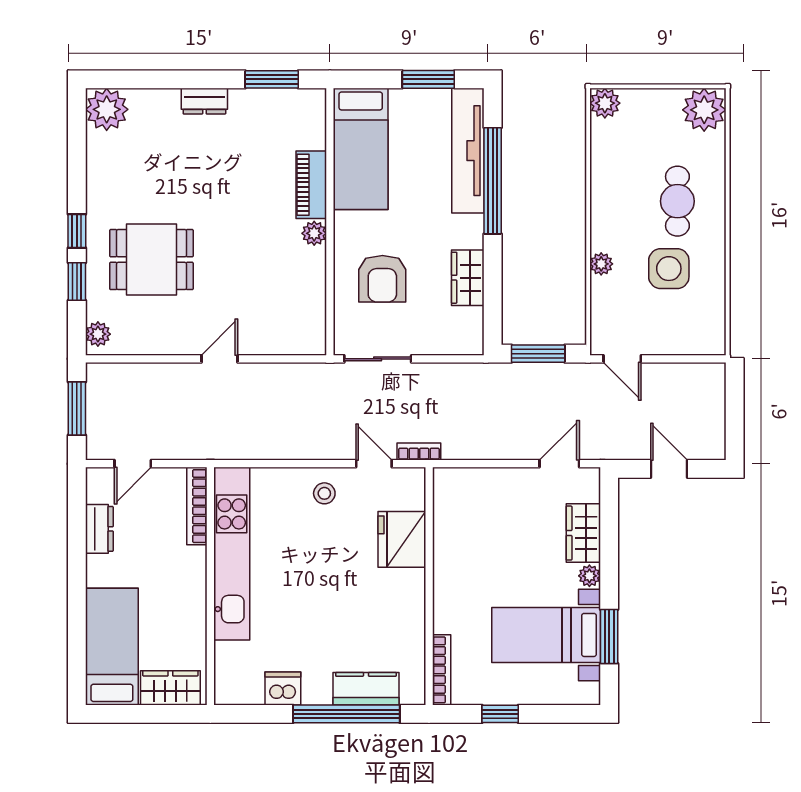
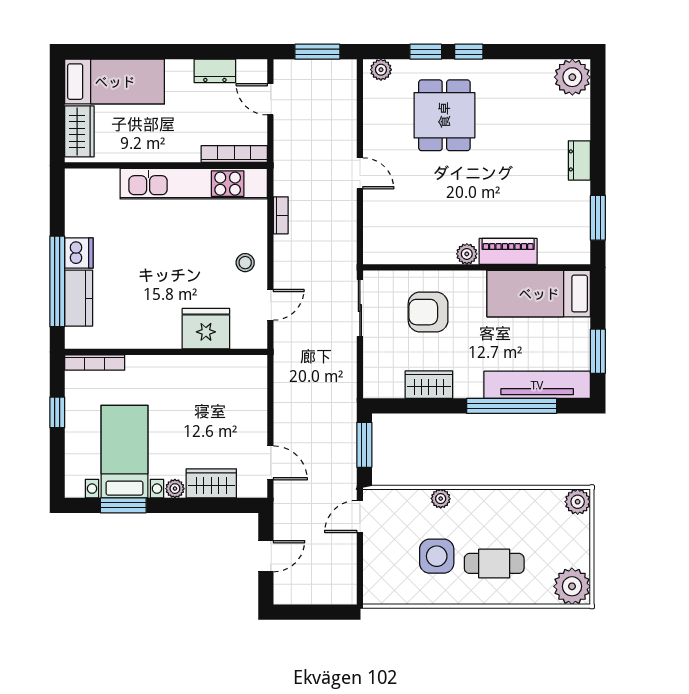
bookcase: (419, 452) -> (281, 215), moved
dishwasher: (283, 688) -> (79, 253), moved

